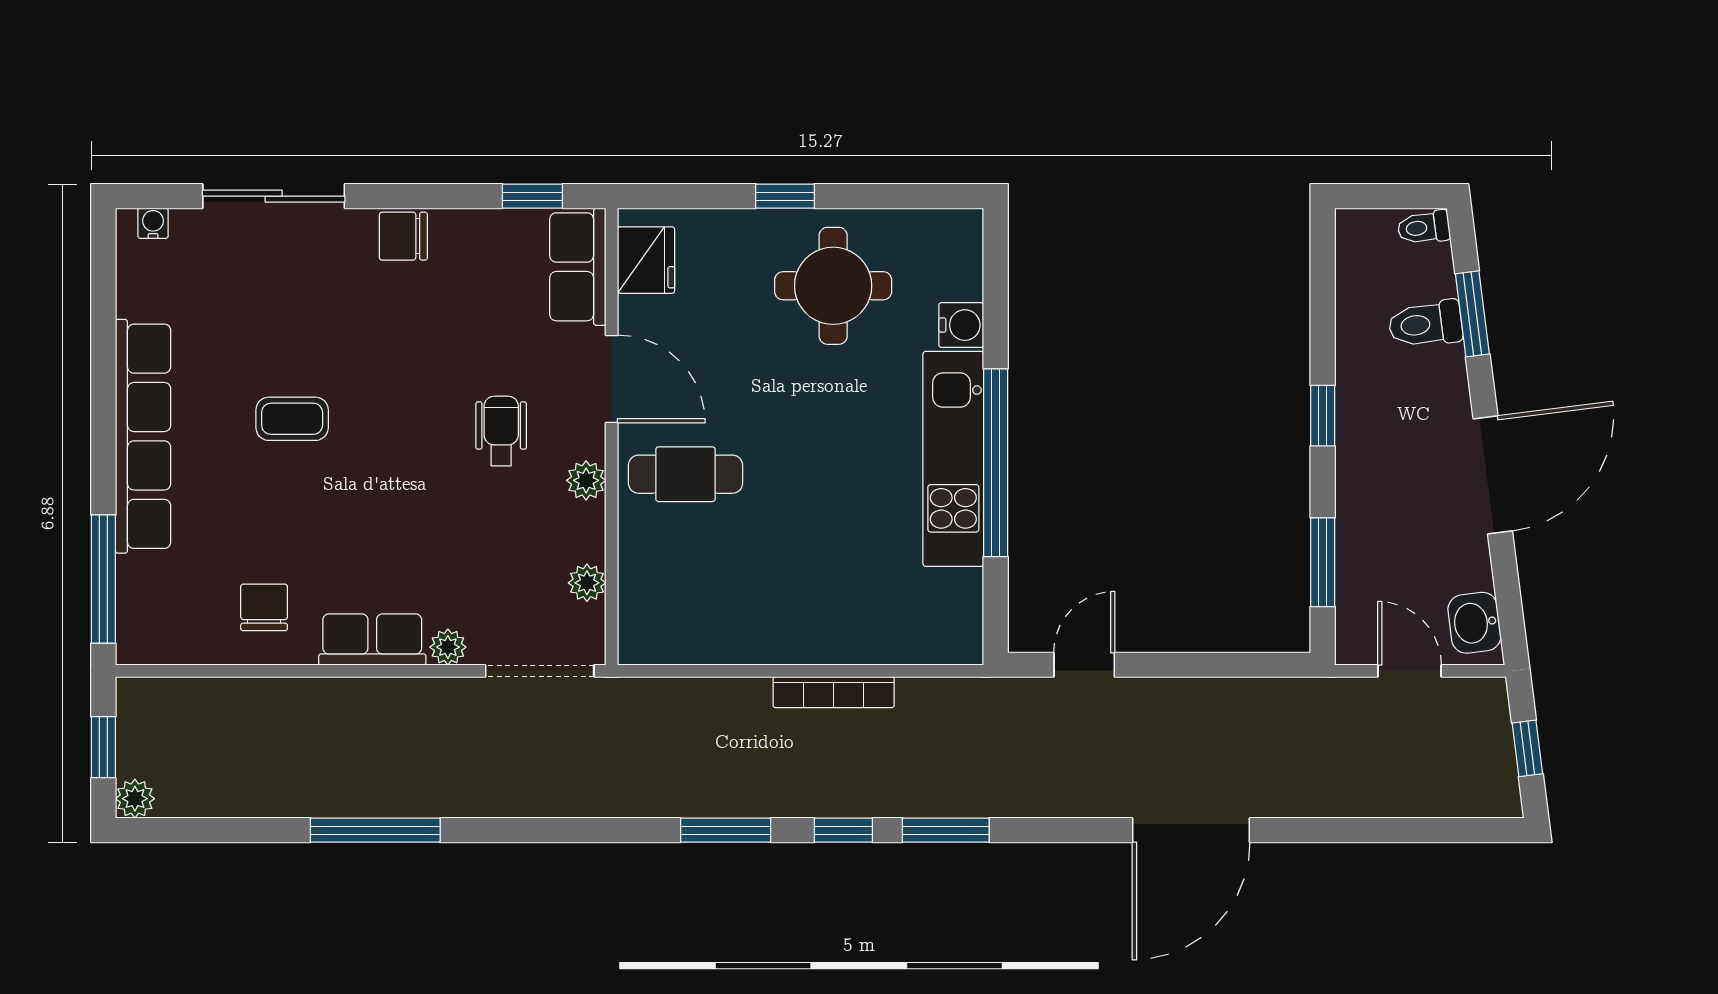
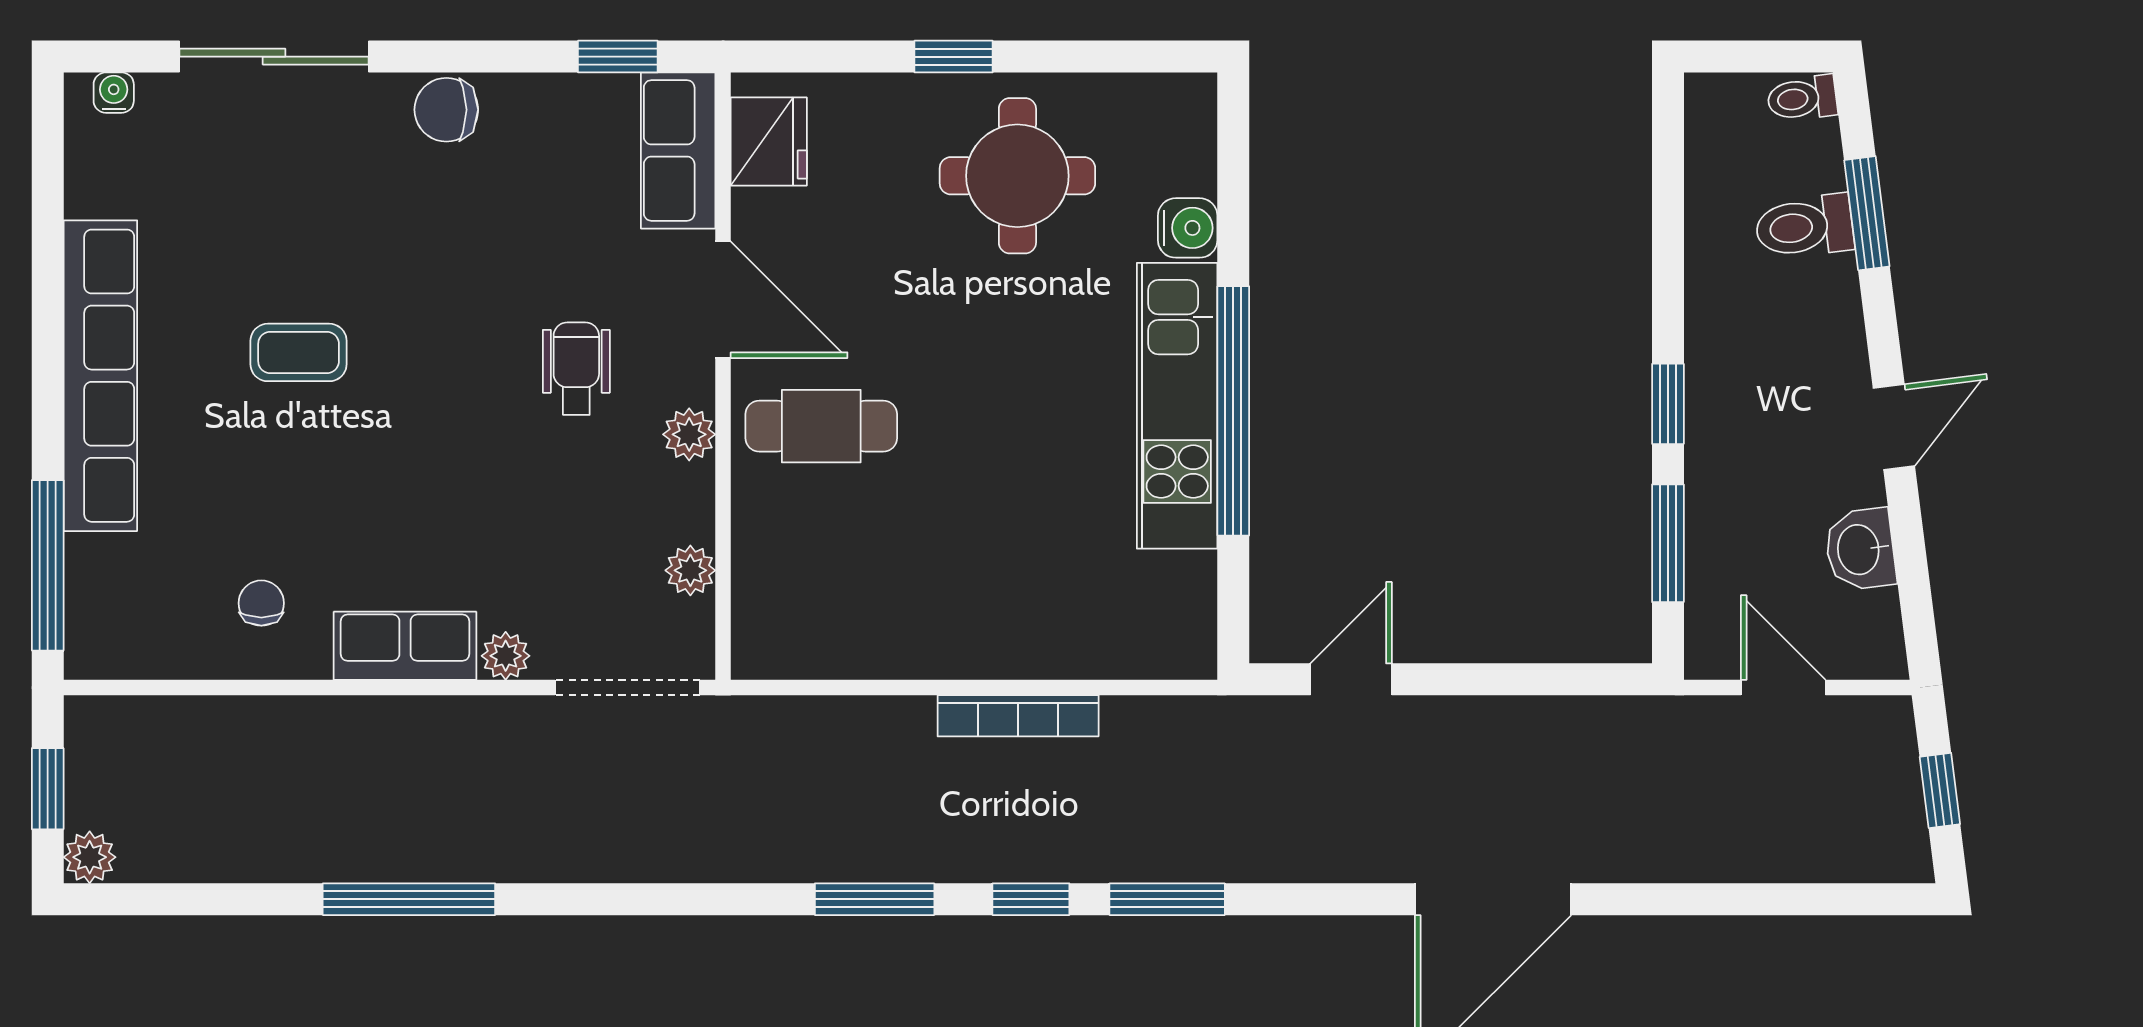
window: (1323, 416) -> (1668, 404), moved
door: (1493, 475) -> (1894, 427), width x0.53
chair: (264, 607) -> (261, 603), width x0.73, depth x0.73
washbasin: (1474, 623) -> (1860, 549), moved

